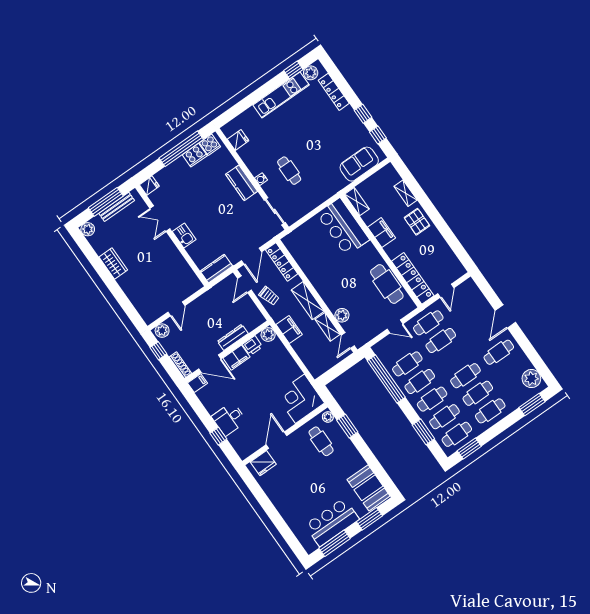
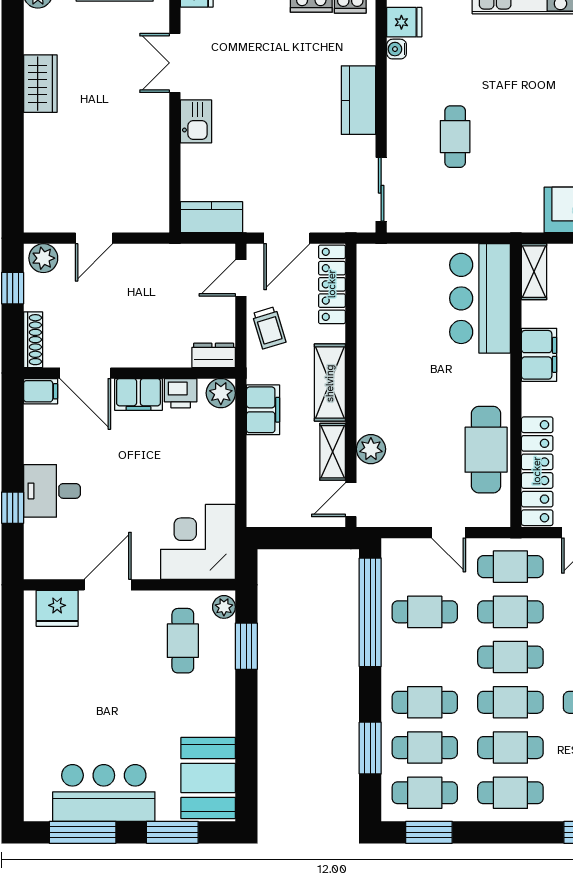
water cooler: (261, 179) -> (397, 49), moved
dresser: (233, 337) -> (214, 355), moved, width x0.70
cafe table: (420, 382) -> (510, 657), moved

